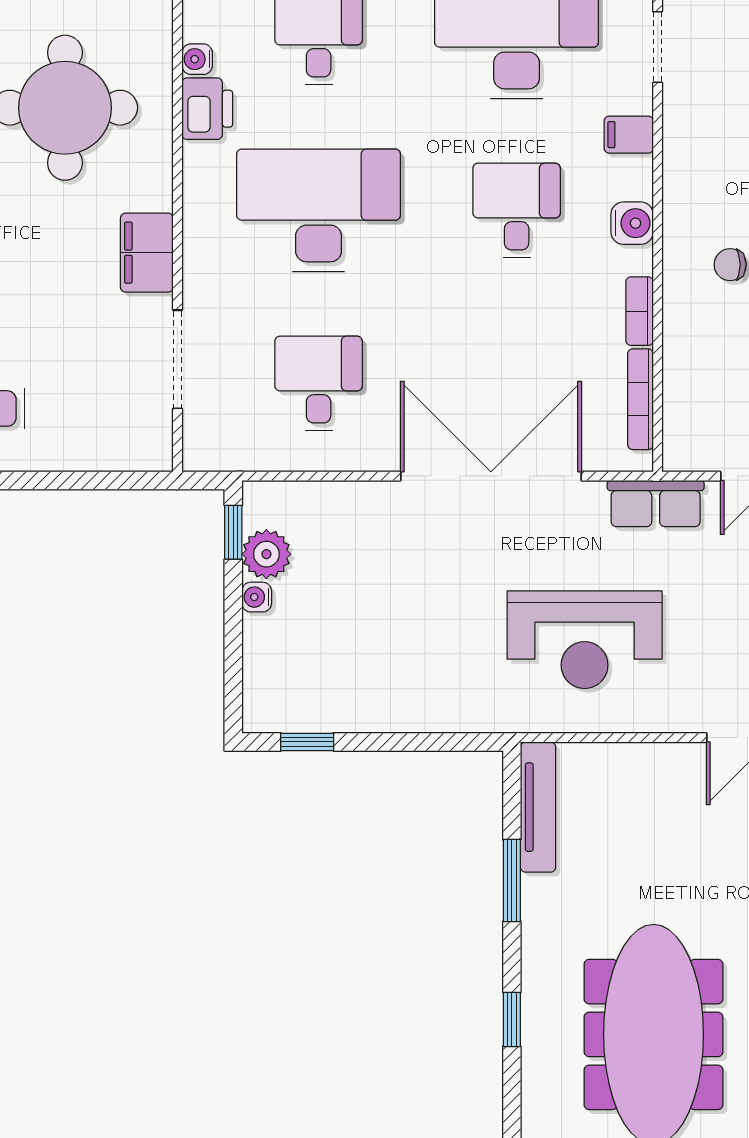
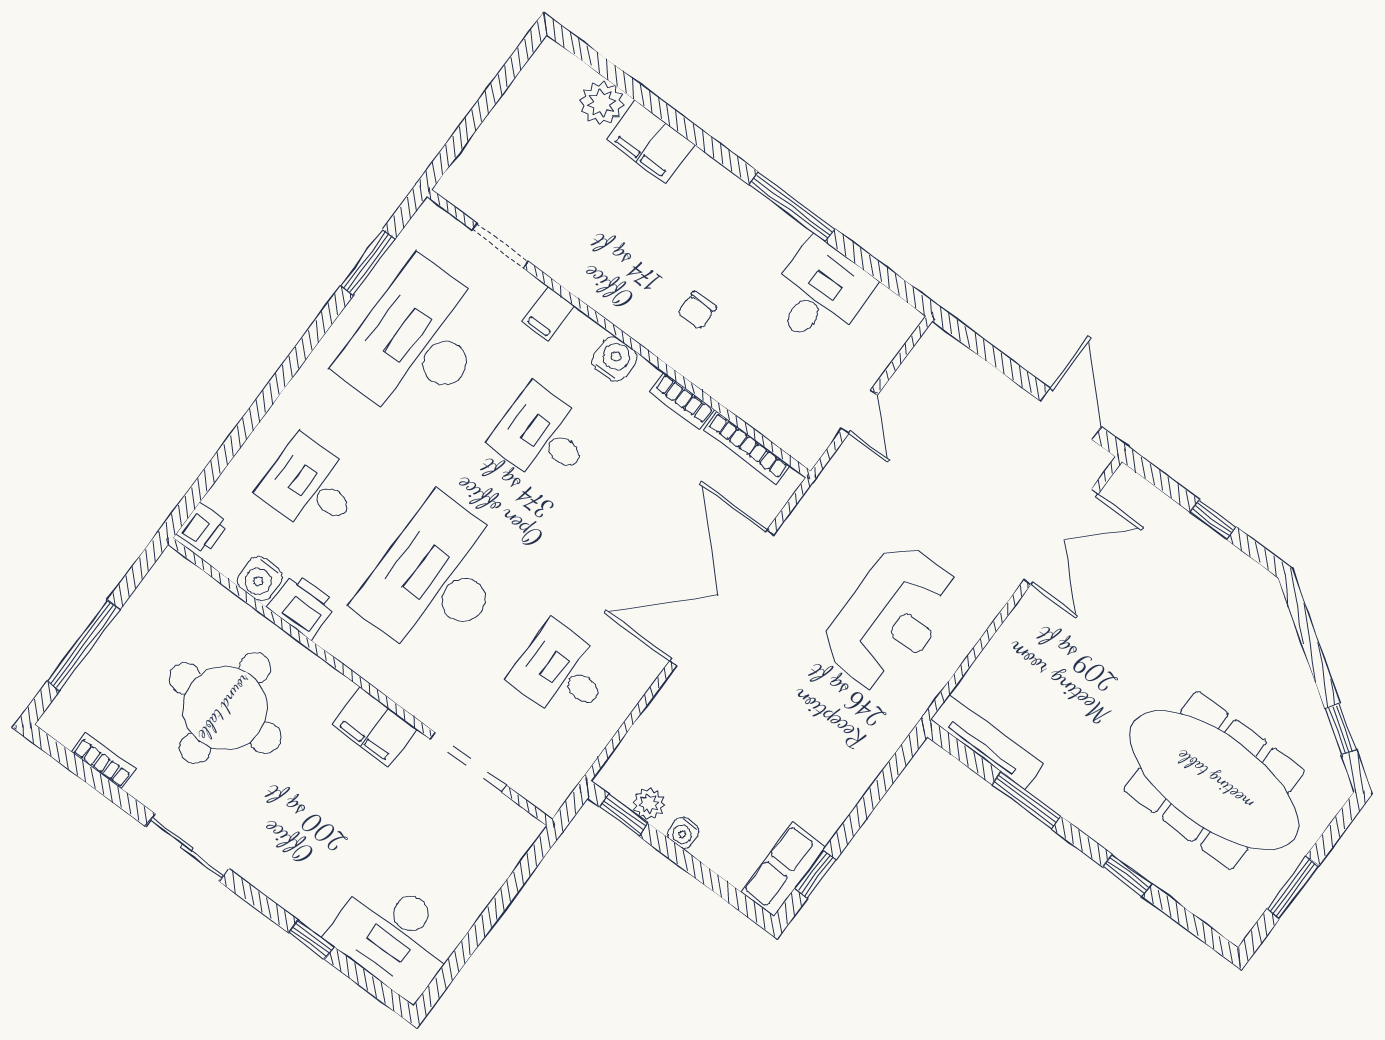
water cooler: (197, 59) -> (260, 579), width x1.38, depth x1.38
row of seats: (656, 504) -> (783, 869), moved, turned 180
plant: (266, 554) -> (649, 804), width x0.73, depth x0.73

